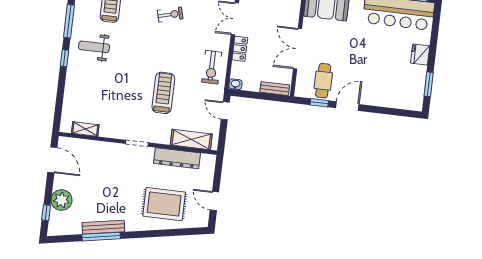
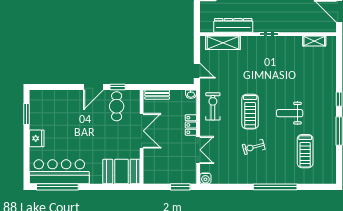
weight bench: (94, 47) -> (290, 113), moved, turned 180
treadmill: (163, 93) -> (250, 112), moved

